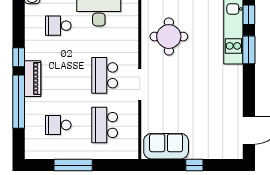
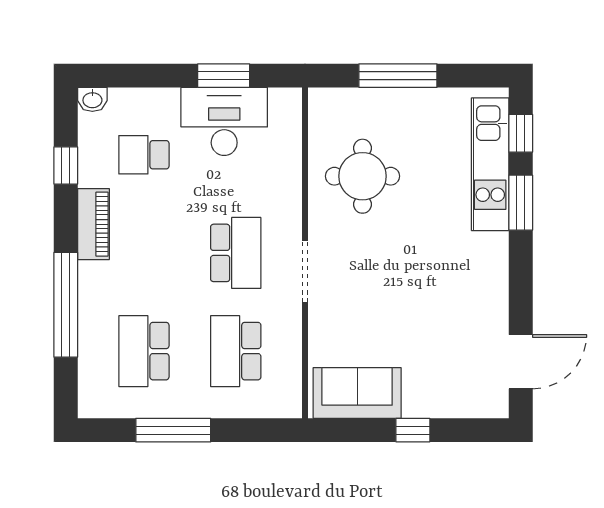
window: (19, 57) -> (66, 166), moved
school desk: (105, 75) -> (236, 253), turned 180
piano: (33, 79) -> (93, 224), moved
school desk: (58, 125) -> (144, 351), width x1.85

